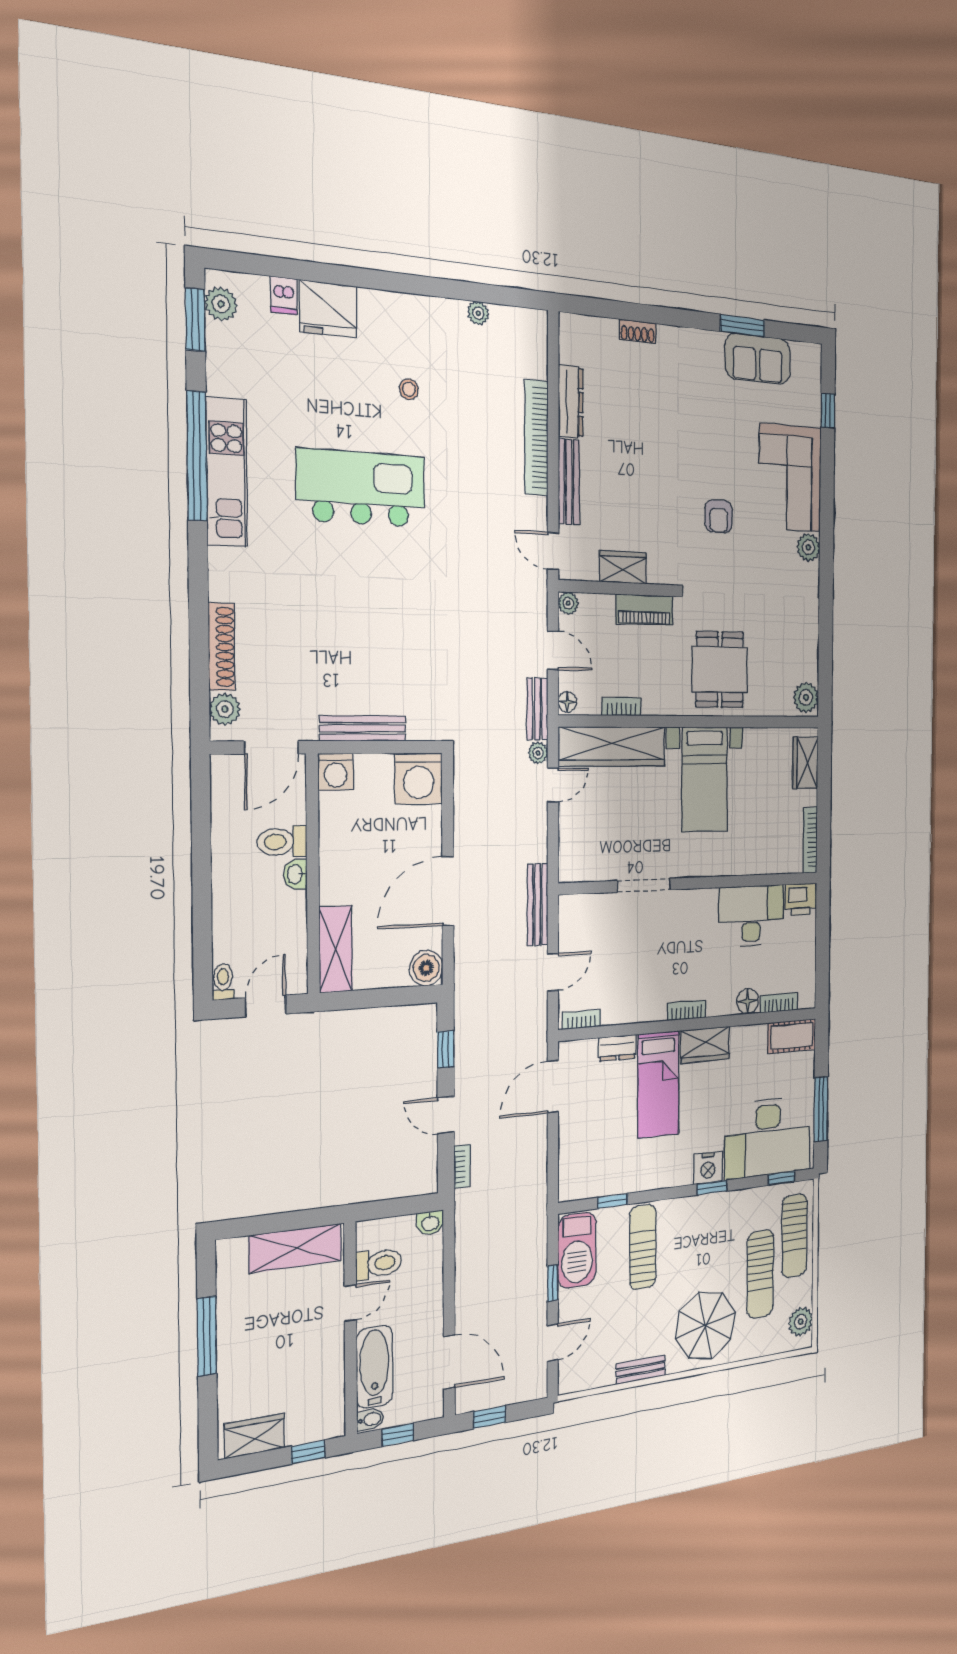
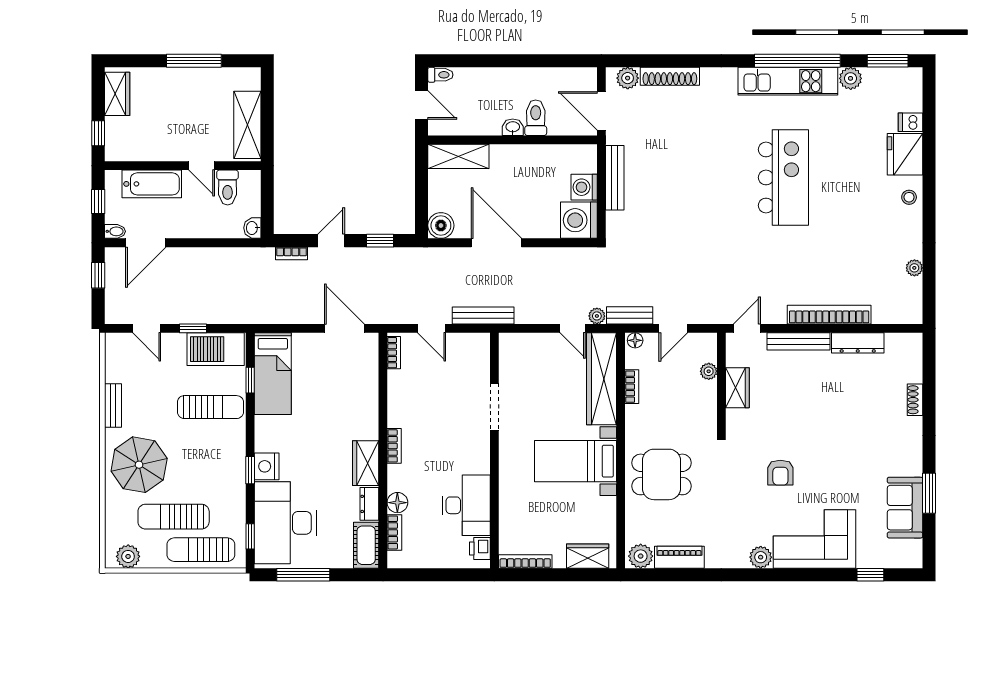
plant: (221, 304) -> (851, 78), moved
stool: (409, 389) -> (909, 197), moved
armchair: (719, 516) -> (780, 473), turned -90
plant: (568, 603) -> (709, 371), moved
piano: (644, 610) -> (679, 557), moved, turned 90
washing machine: (336, 772) -> (584, 187), moved
printer: (801, 899) -> (480, 549), width x0.73, depth x0.81
dresser: (617, 1048) -> (369, 504), moved
bed: (658, 1084) -> (273, 374), moved, turned -90
bidet: (370, 1419) -> (115, 231), moved, turned -90

